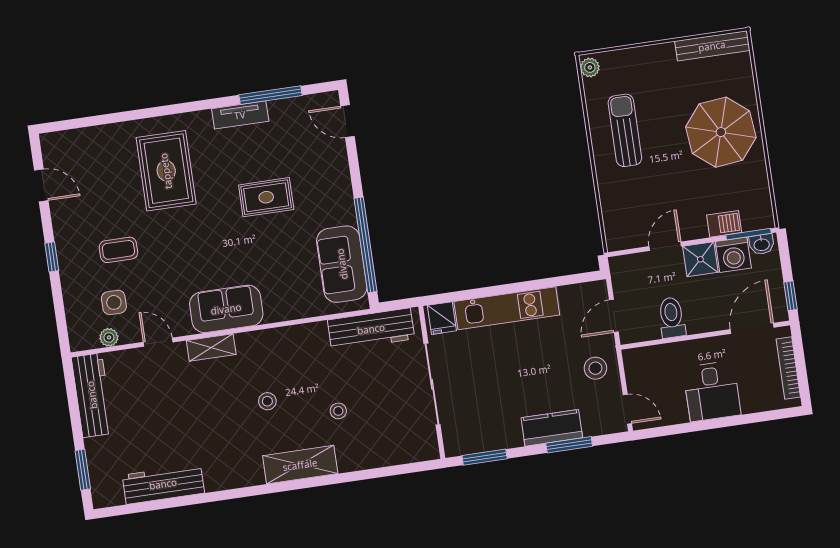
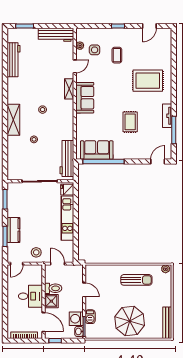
shower: (700, 259) -> (51, 301), moved
desk: (712, 391) -> (30, 296), moved, turned 180

